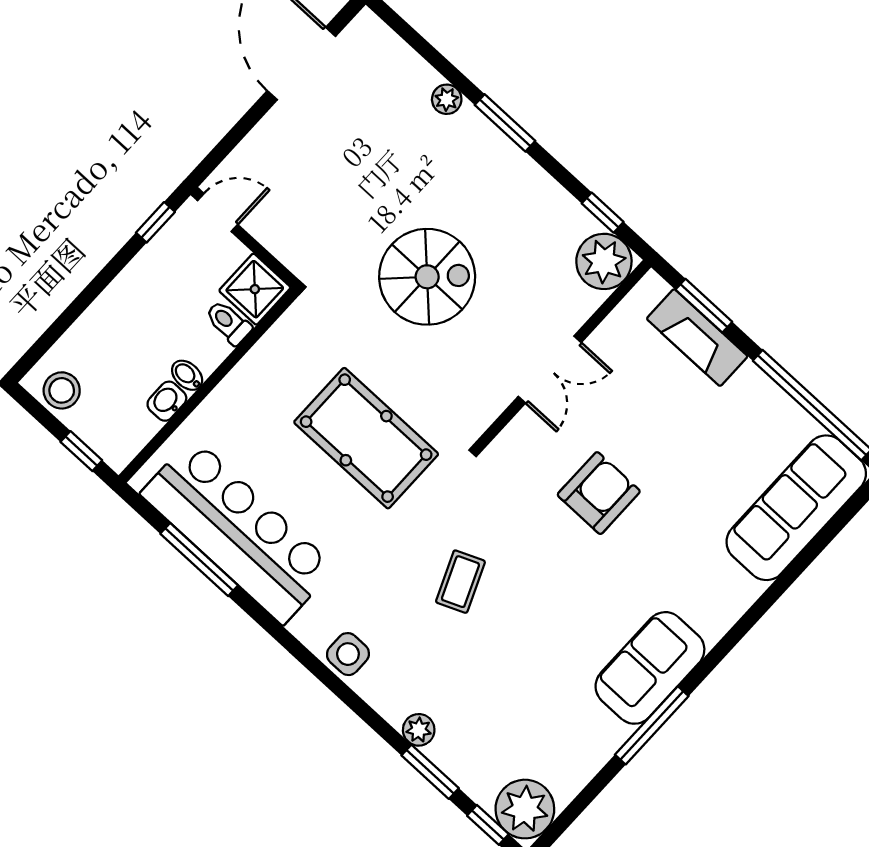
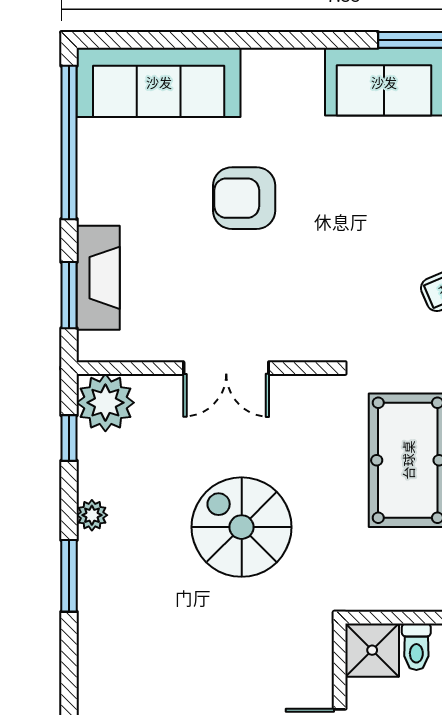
plant: (447, 99) -> (92, 515), moved
double door: (550, 369) -> (226, 368), swing flipped
armchair: (599, 493) -> (244, 198), moved

